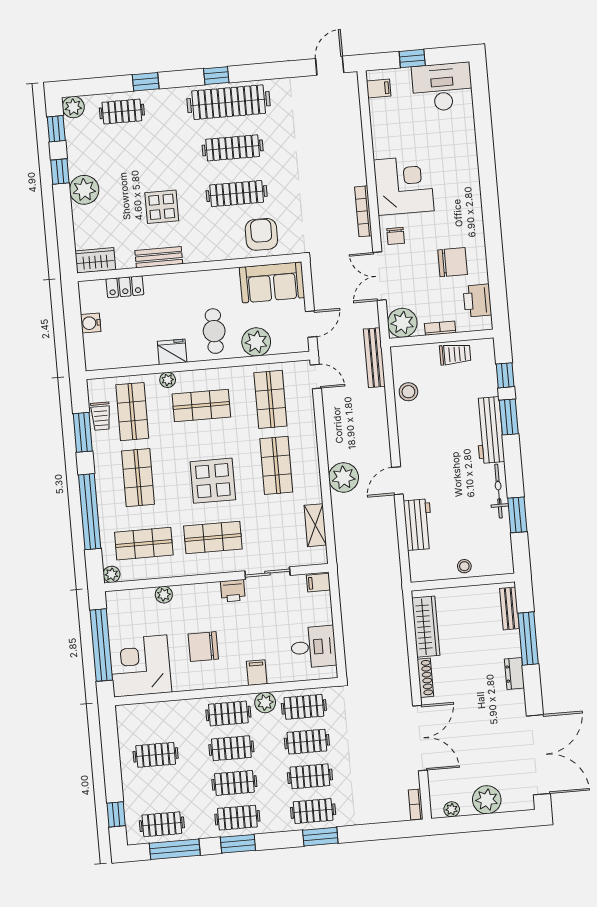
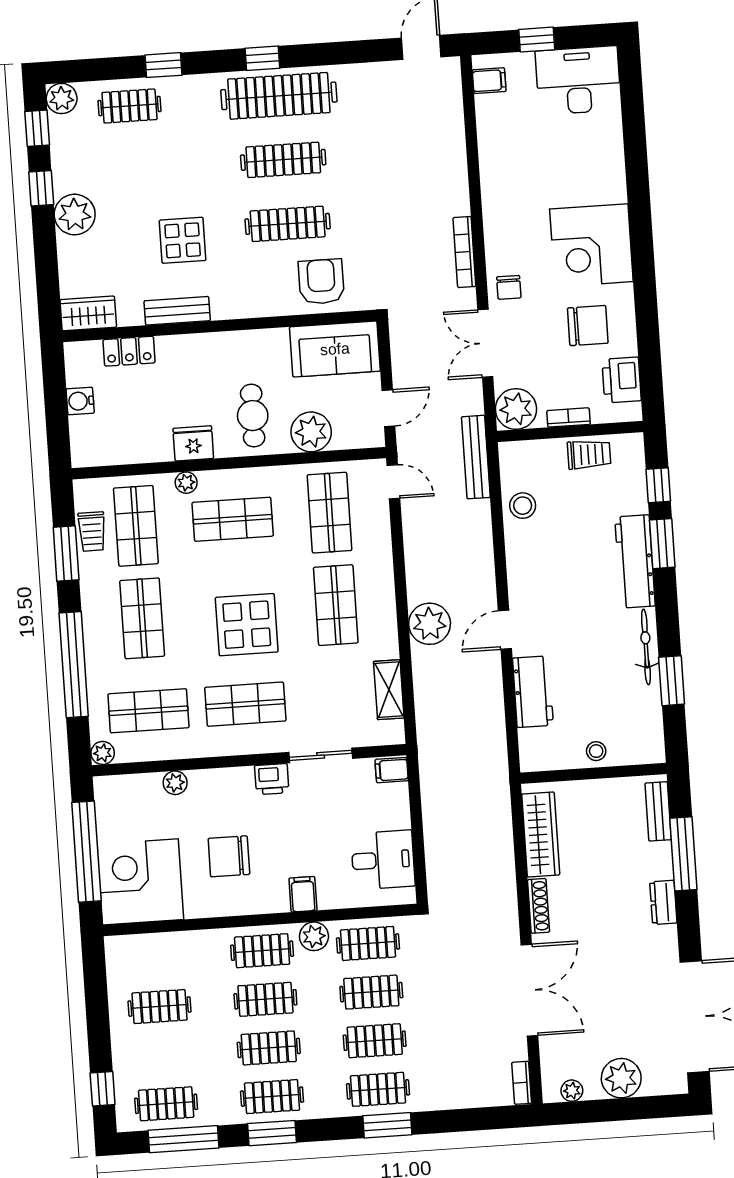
corner desk: (404, 185) -> (591, 245), moved, turned 180

